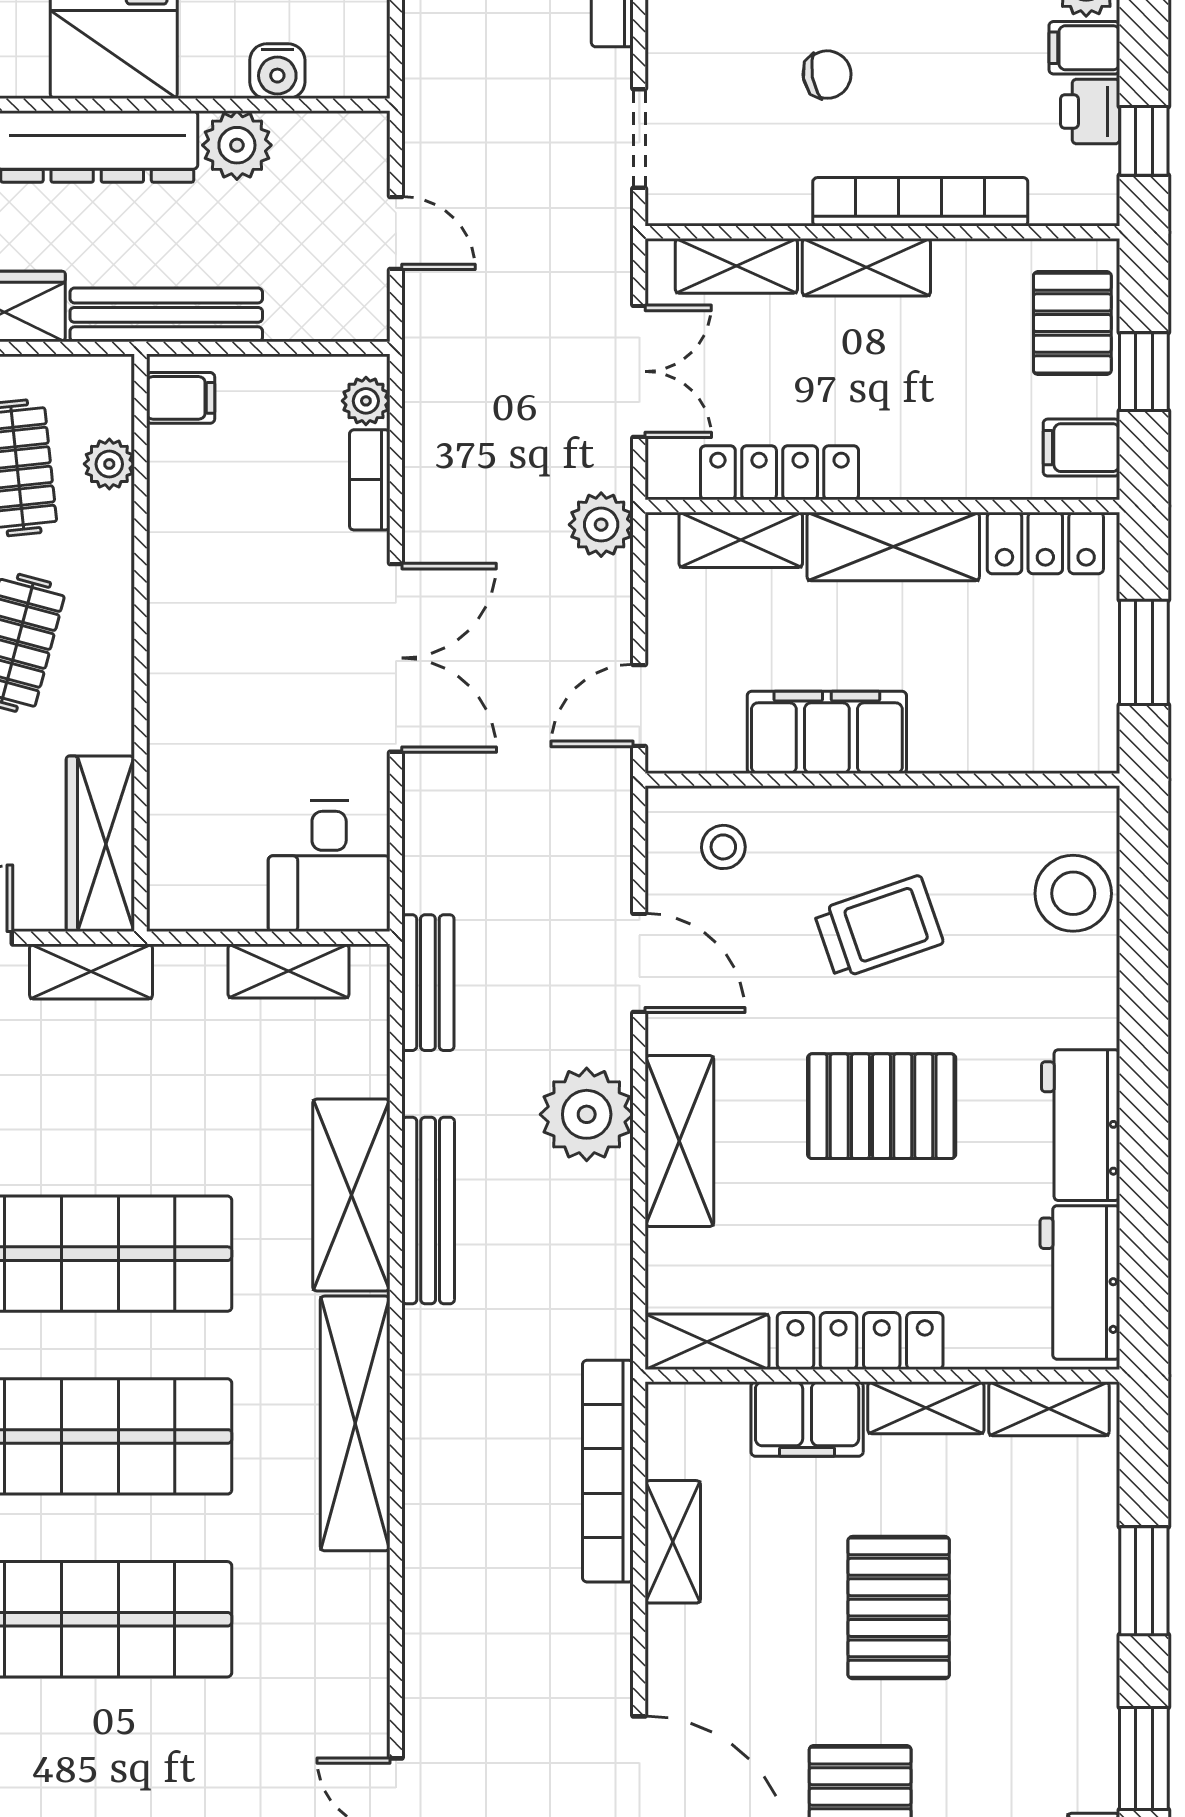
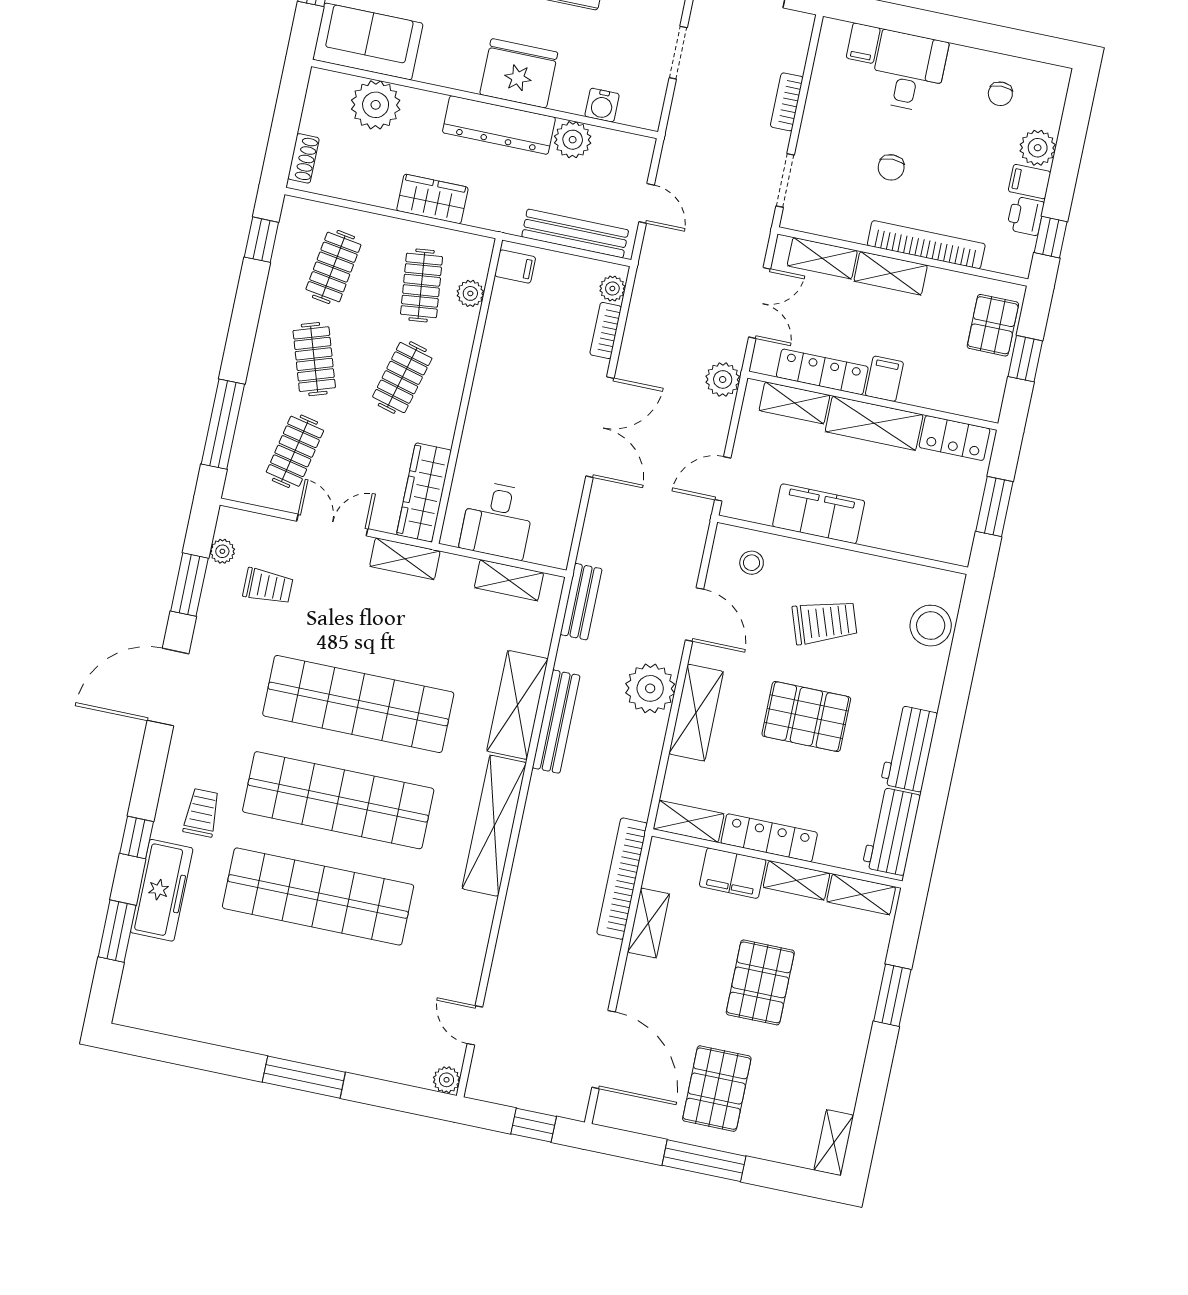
chair: (827, 75) -> (891, 167), turned 100
bench: (166, 315) -> (575, 233), moved
filing cabinet: (1081, 448) -> (884, 379), moved, turned 90
desk: (329, 866) -> (497, 520), moved
window: (1144, 1759) -> (873, 1089), removed

